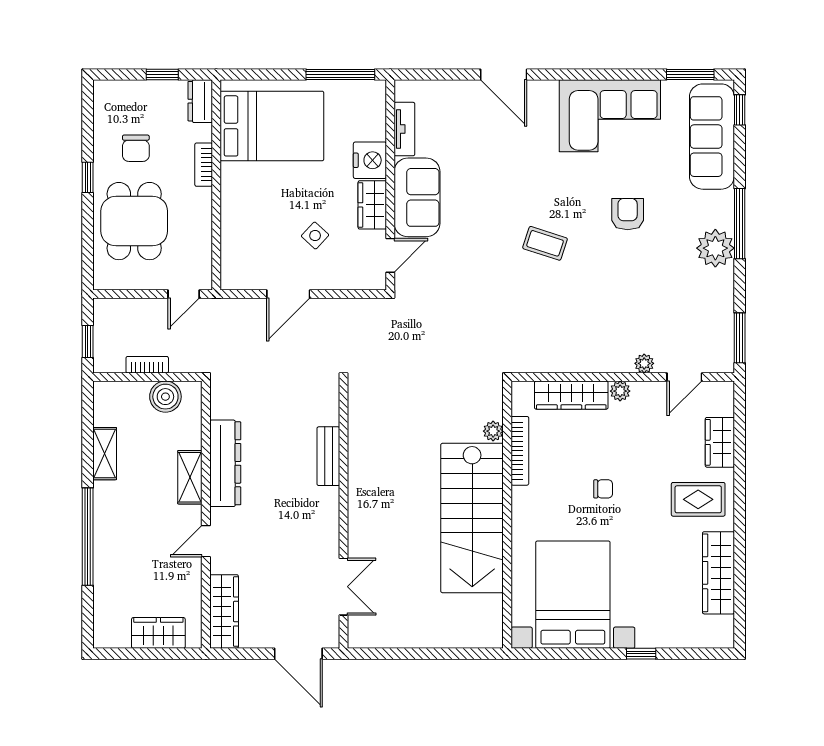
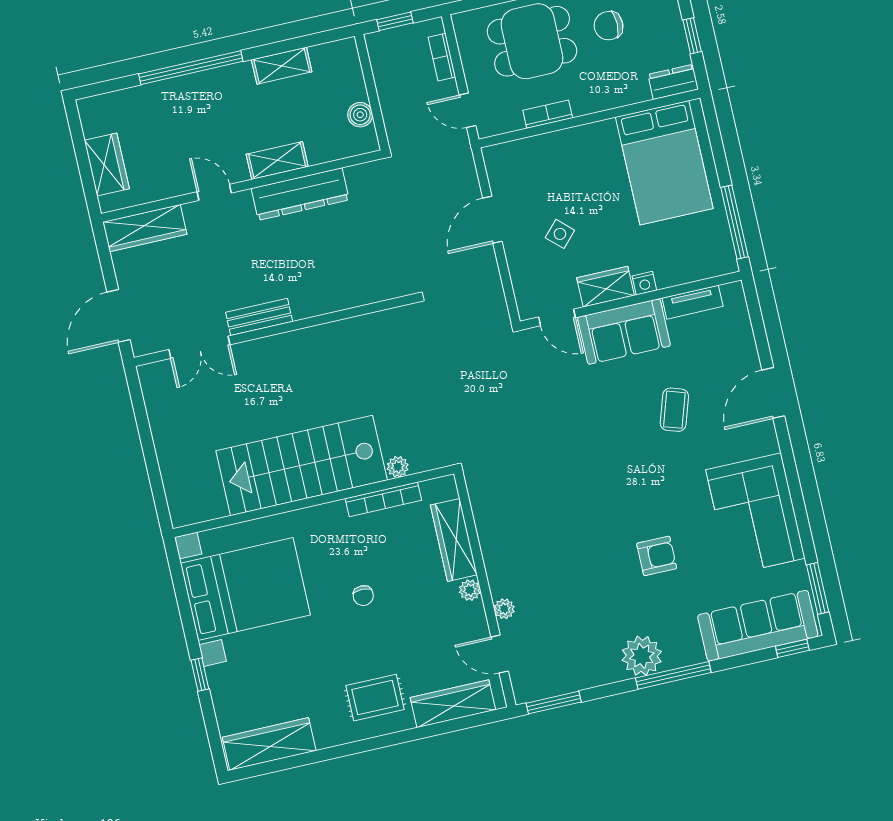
nightstand: (370, 160) -> (644, 283), width x0.53, depth x0.56
bookcase: (204, 165) -> (548, 114), moved
coffee table: (545, 243) -> (674, 410), moved
door: (288, 294) -> (492, 220), hinge flipped
bookcase: (147, 365) -> (442, 57), moved, turned 180
boiler: (165, 397) -> (360, 115), width x0.73, depth x0.73
wardrobe: (720, 442) -> (453, 704), width x1.50
bench: (328, 456) -> (259, 317), moved
rug: (698, 499) -> (375, 698), turned 90
wardrobe: (718, 573) -> (269, 744), moved

